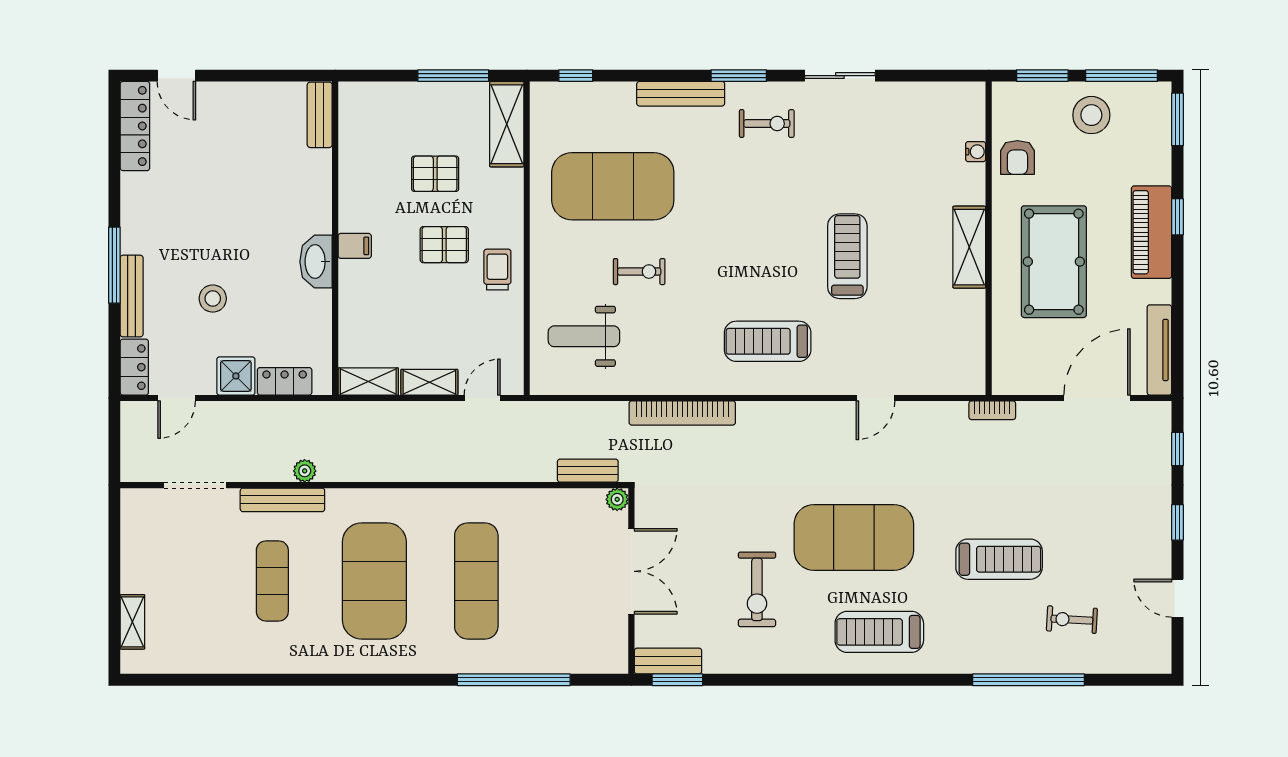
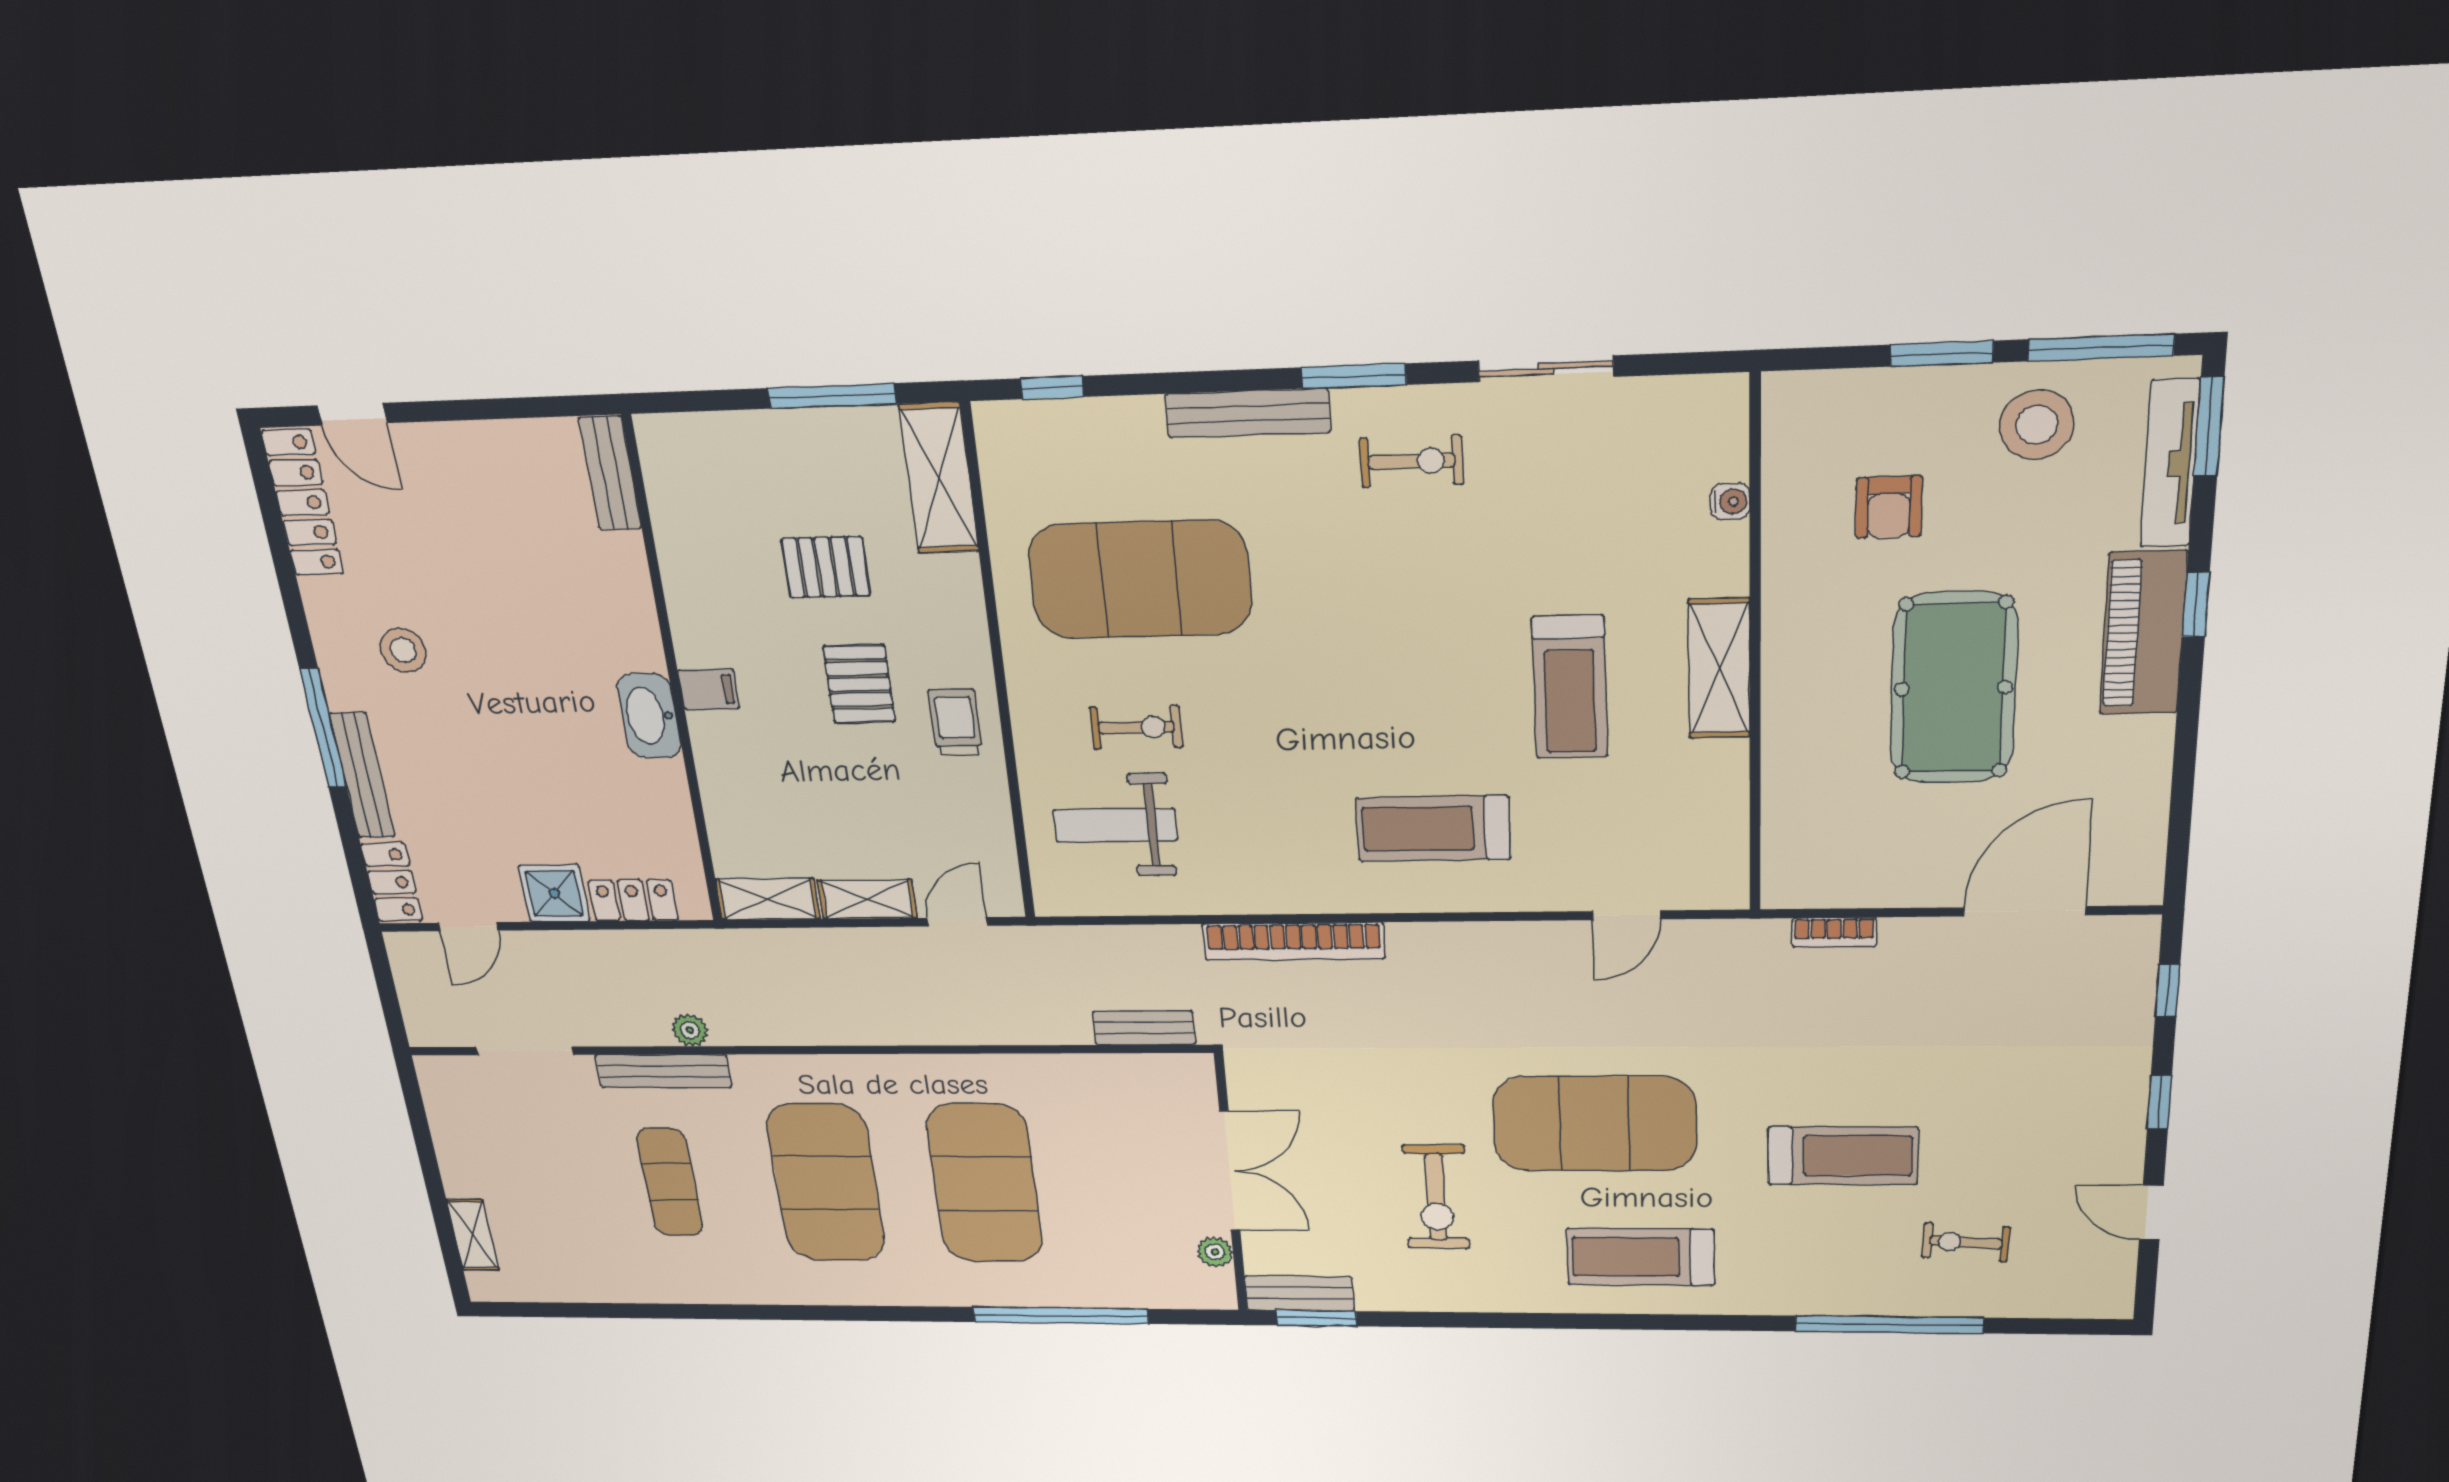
water cooler: (976, 152) -> (1730, 502), moved
wall: (989, 238) -> (1755, 653), moved
pallet: (444, 245) -> (859, 684), turned 90
shelving: (969, 247) -> (1719, 669), moved
treadmill: (847, 256) -> (1570, 687), turned 180
exercise bike: (639, 272) -> (1136, 727), moved
stool: (213, 299) -> (403, 650), moved
tv unit: (1159, 350) -> (2170, 464), moved
plant: (617, 499) -> (1215, 1252), moved
exercise mat: (476, 581) -> (985, 1183), width x1.47

